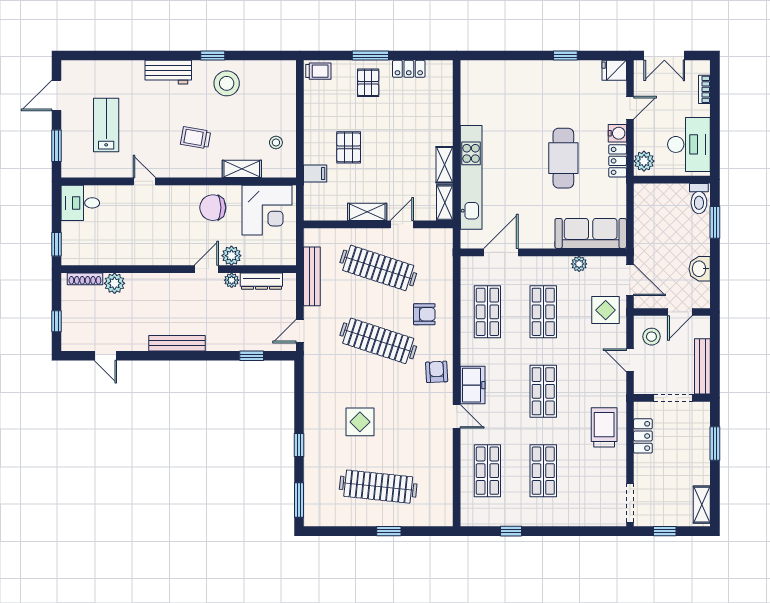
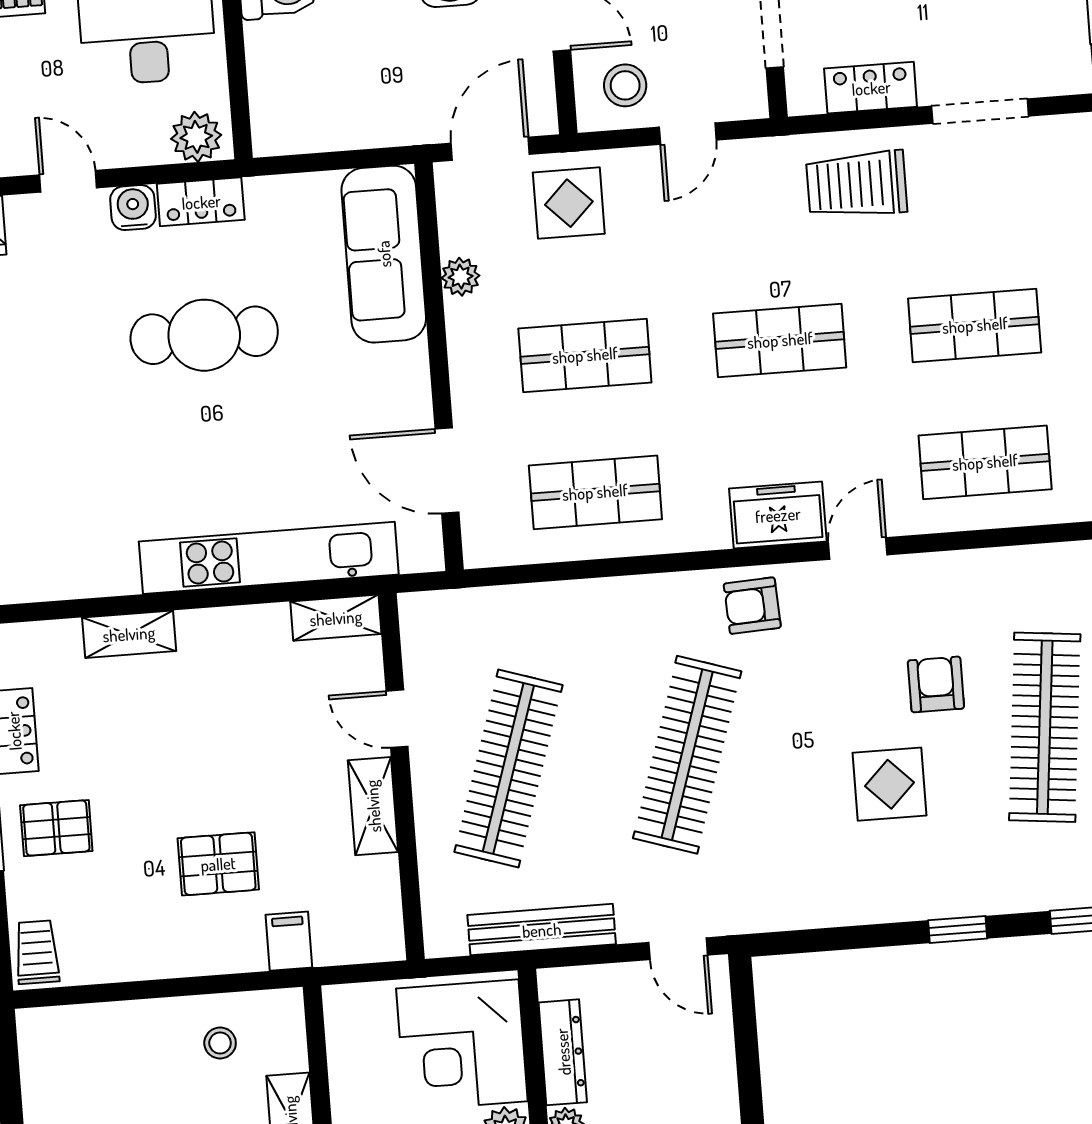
shelving: (444, 165) -> (129, 634), moved
corner desk: (267, 210) -> (462, 1045), moved, turned 180
armchair: (424, 314) -> (936, 684), moved
window: (252, 356) -> (748, 1063), removed
doorway: (630, 503) -> (980, 111), moved

